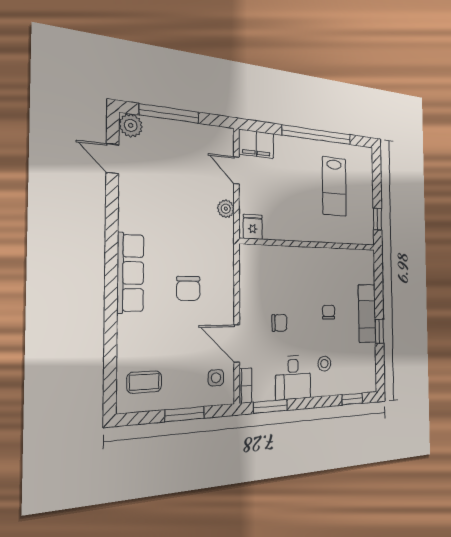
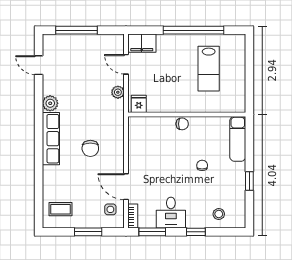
plant: (131, 125) -> (50, 103), moved
window: (377, 219) -> (249, 92), removed
exam couch: (367, 314) -> (238, 139), moved
chair: (279, 323) -> (182, 124), moved
stool: (324, 364) -> (219, 214), moved
window: (352, 399) -> (196, 232), moved

